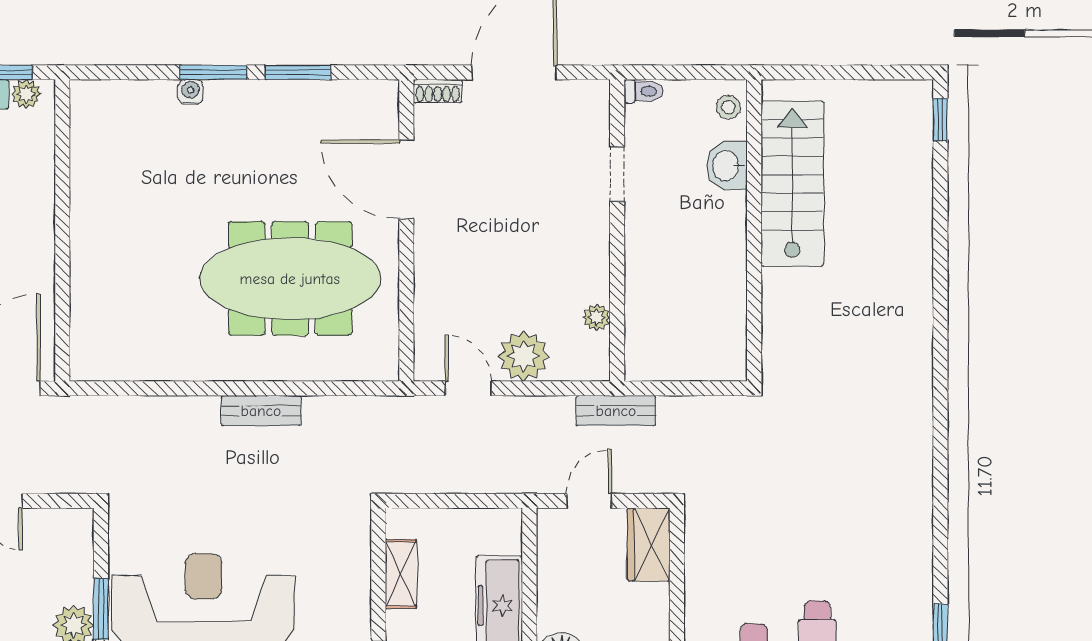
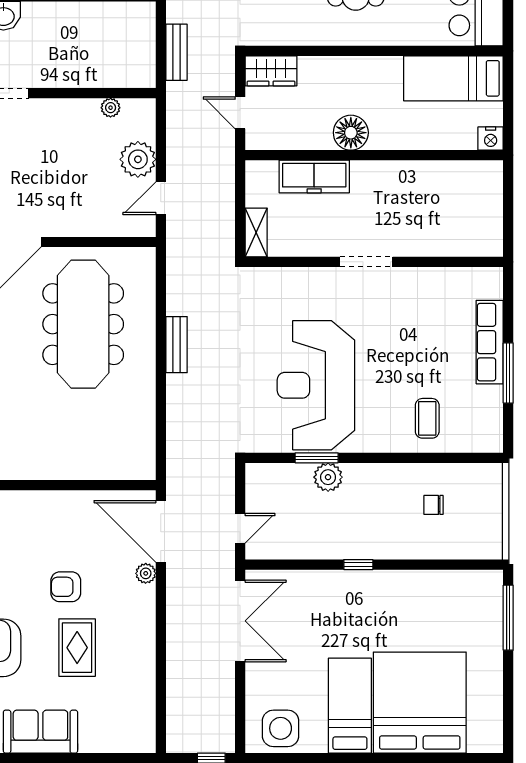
bench: (616, 411) -> (176, 52), moved
shelving: (401, 574) -> (256, 232), moved, turned 90

